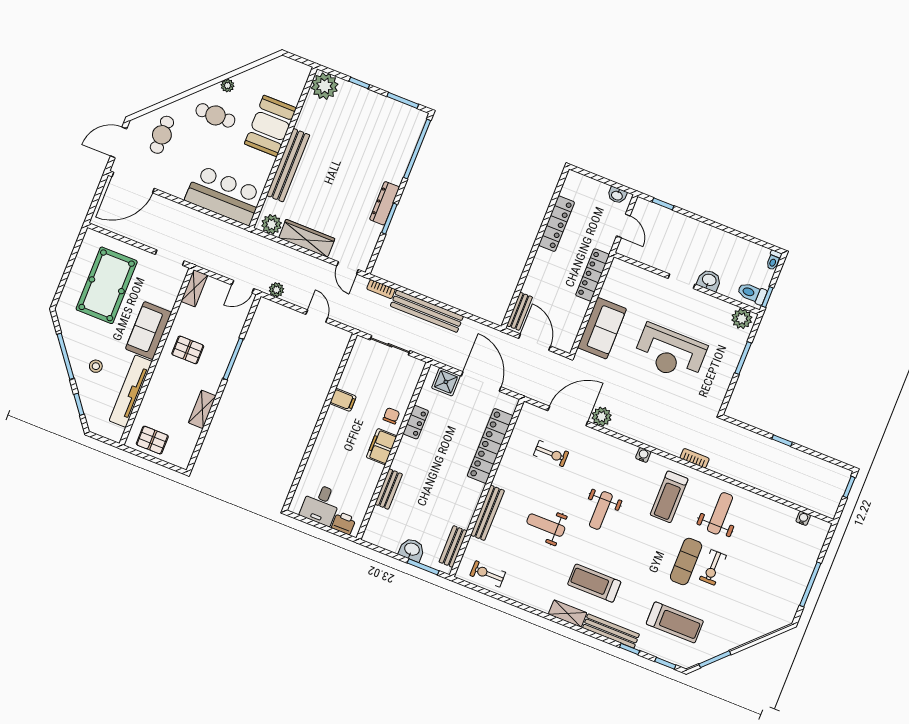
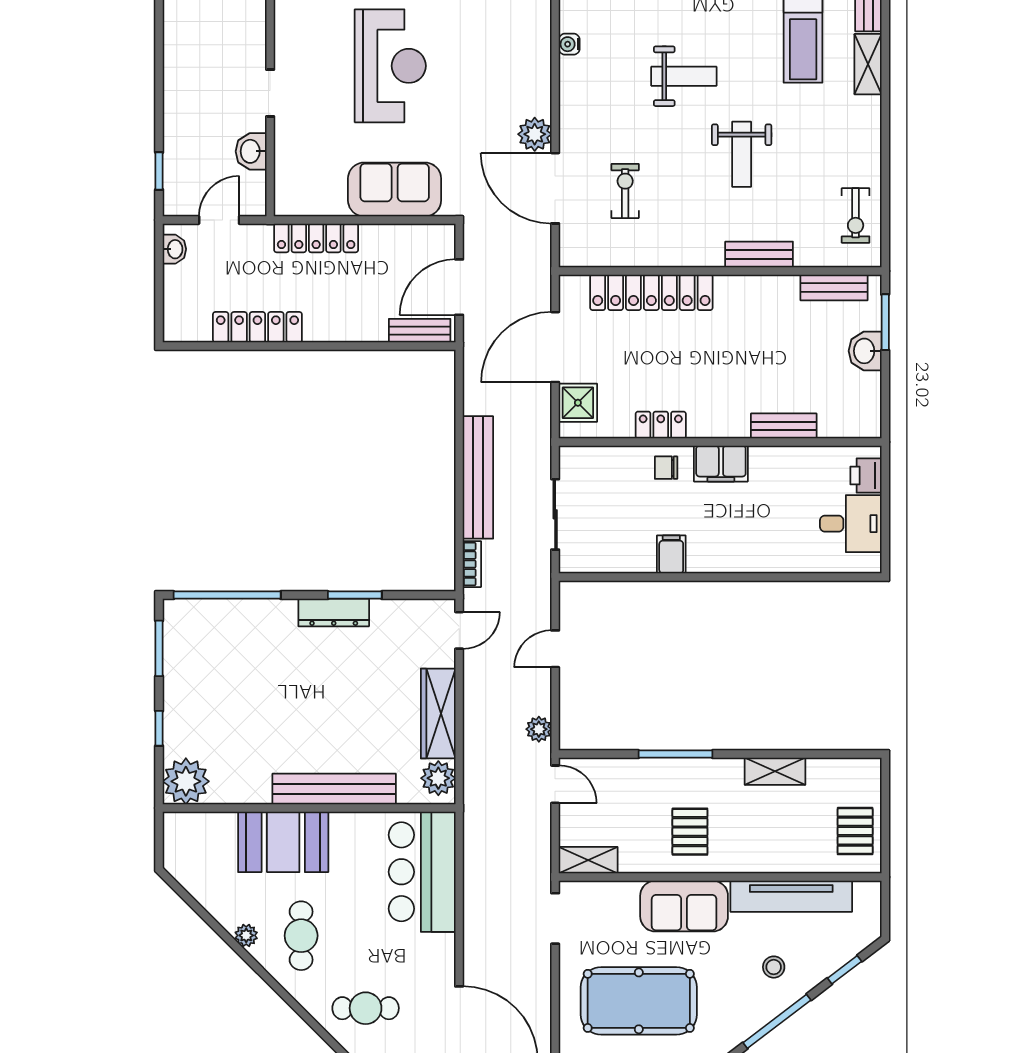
washbasin: (709, 280) -> (251, 151), moved
bench: (487, 513) -> (759, 254), width x0.73

